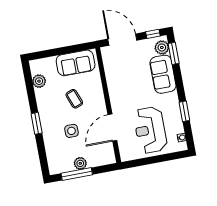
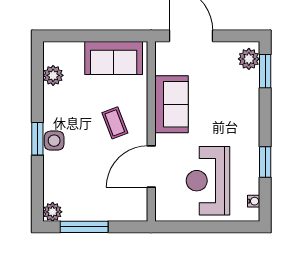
window: (153, 34) -> (239, 36), removed
sofa: (163, 74) -> (172, 104), moved, turned 180
coffee table: (74, 99) -> (115, 123), moved
side table: (71, 131) -> (54, 141), moved
plant: (80, 163) -> (53, 212), moved

